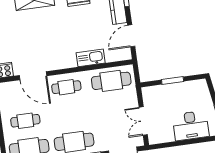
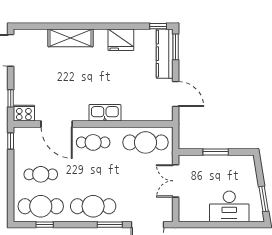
door: (131, 36) -> (176, 94), swing flipped
kitchen sink: (91, 58) -> (105, 113), moved
double door: (143, 121) -> (176, 181), moved

